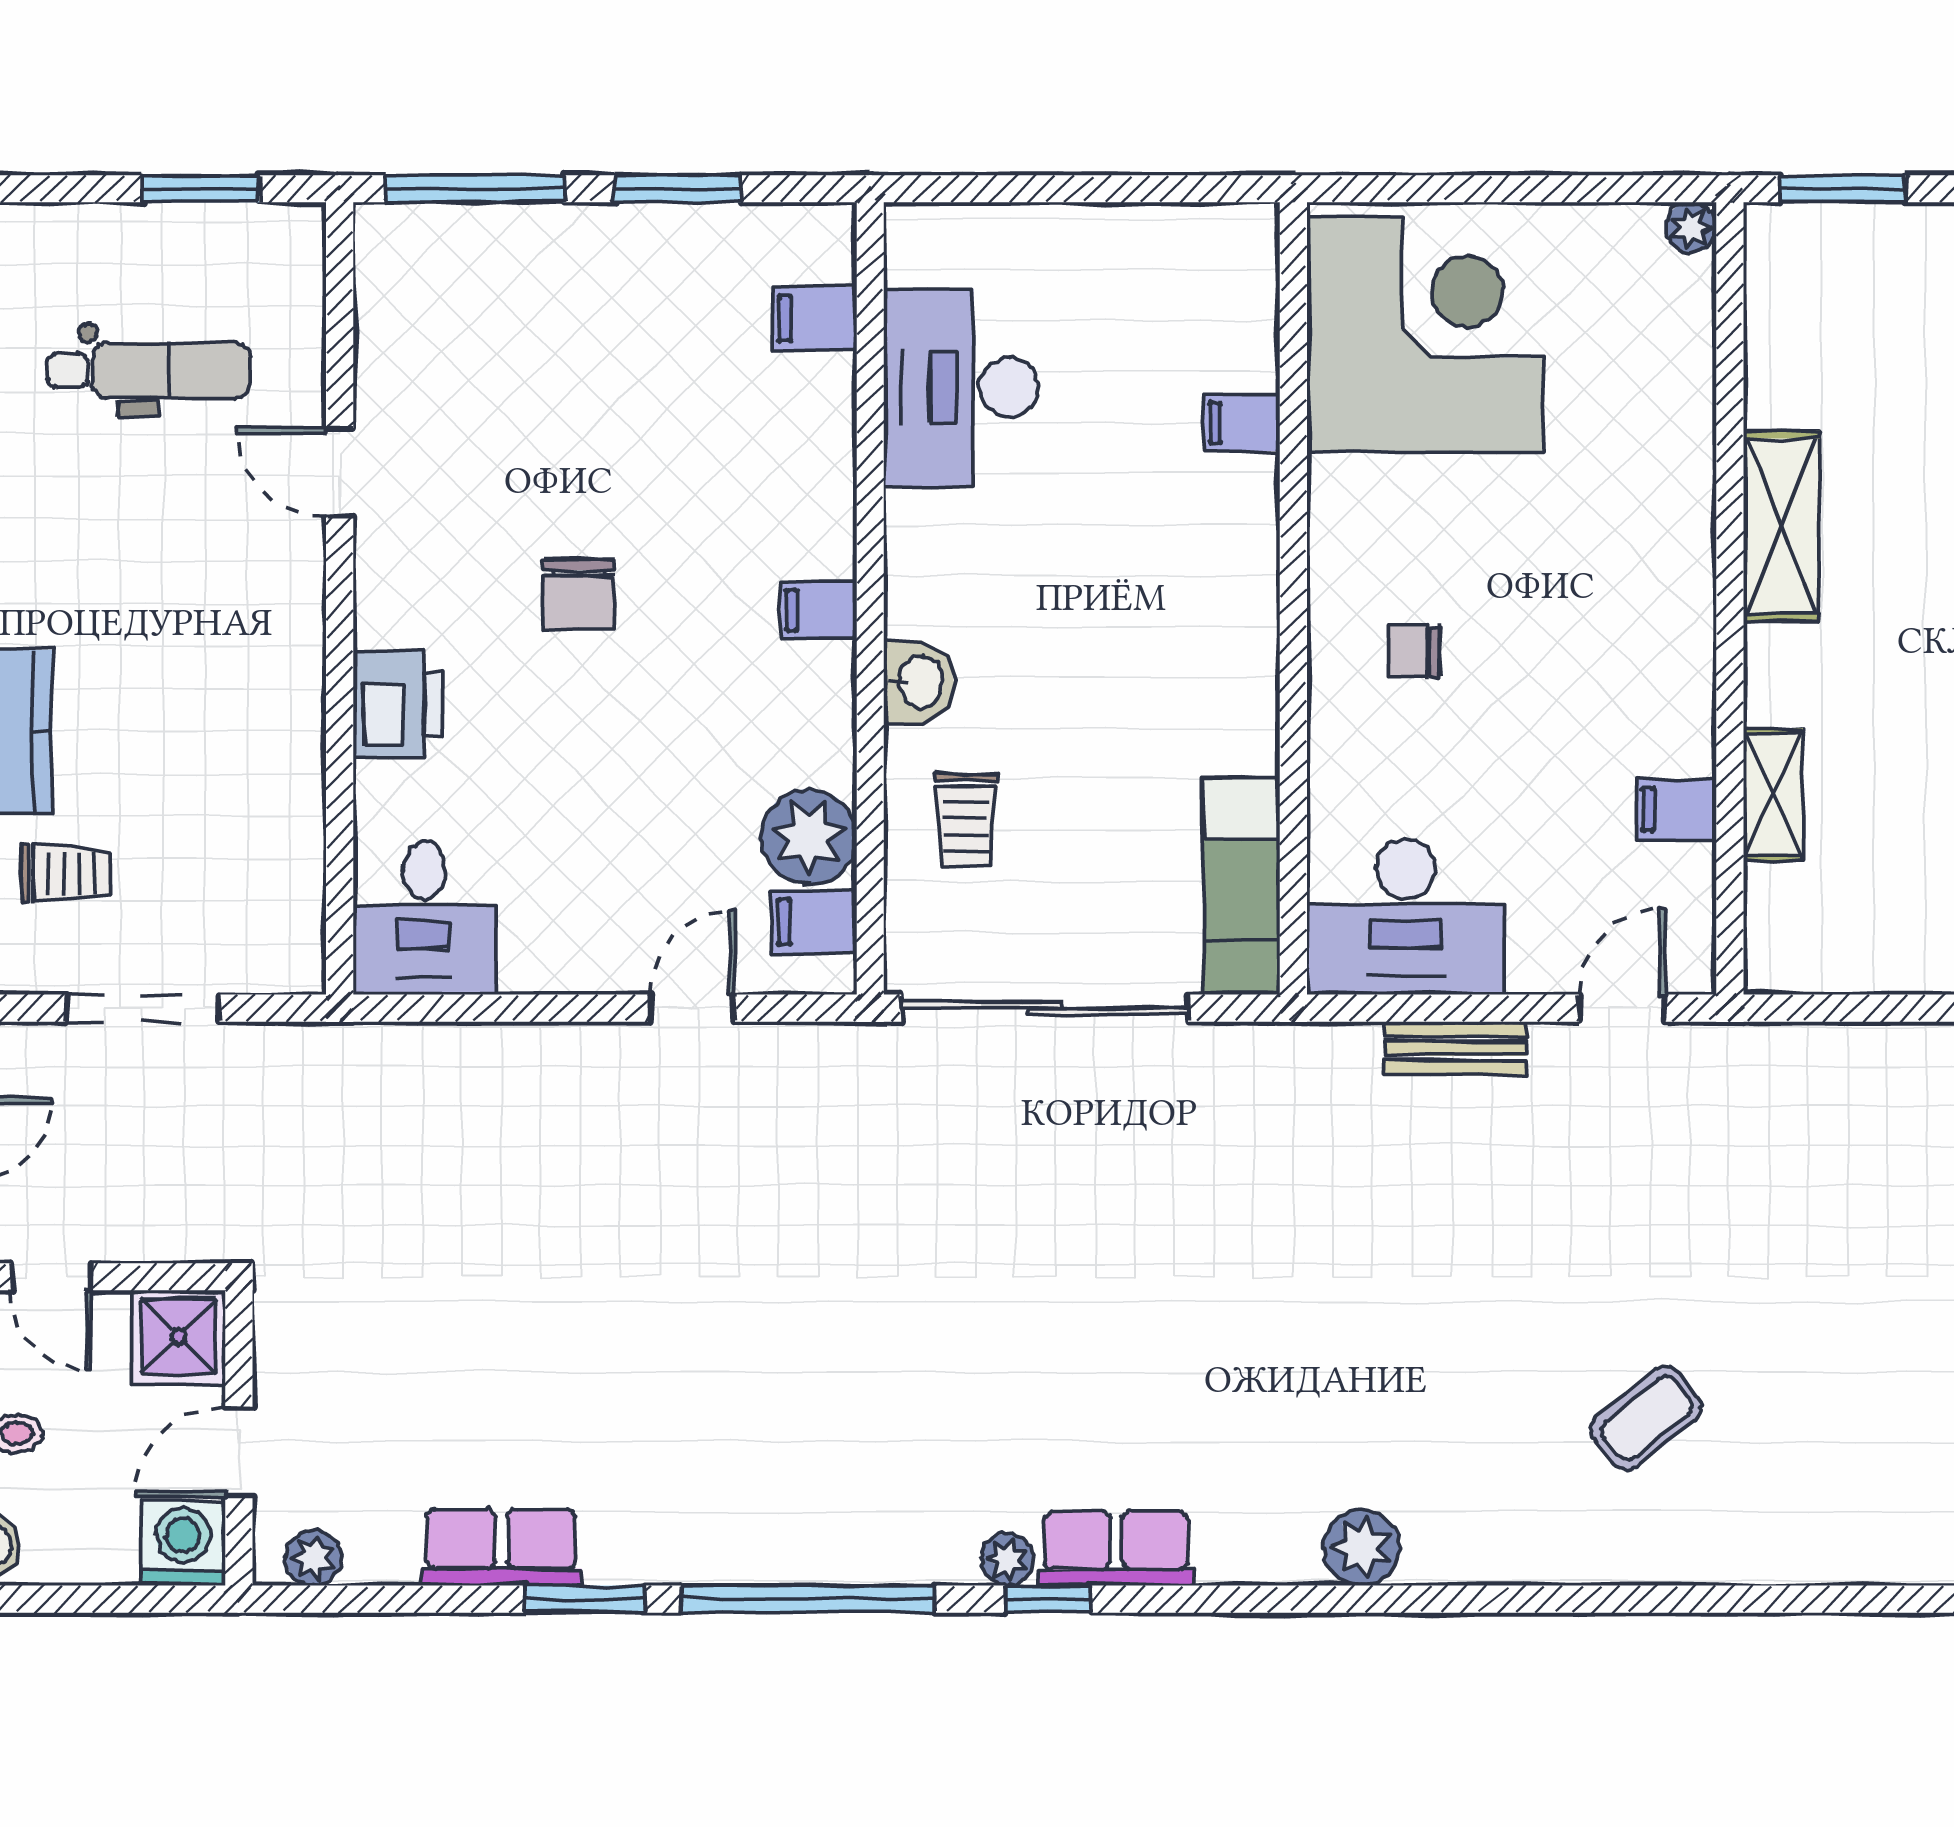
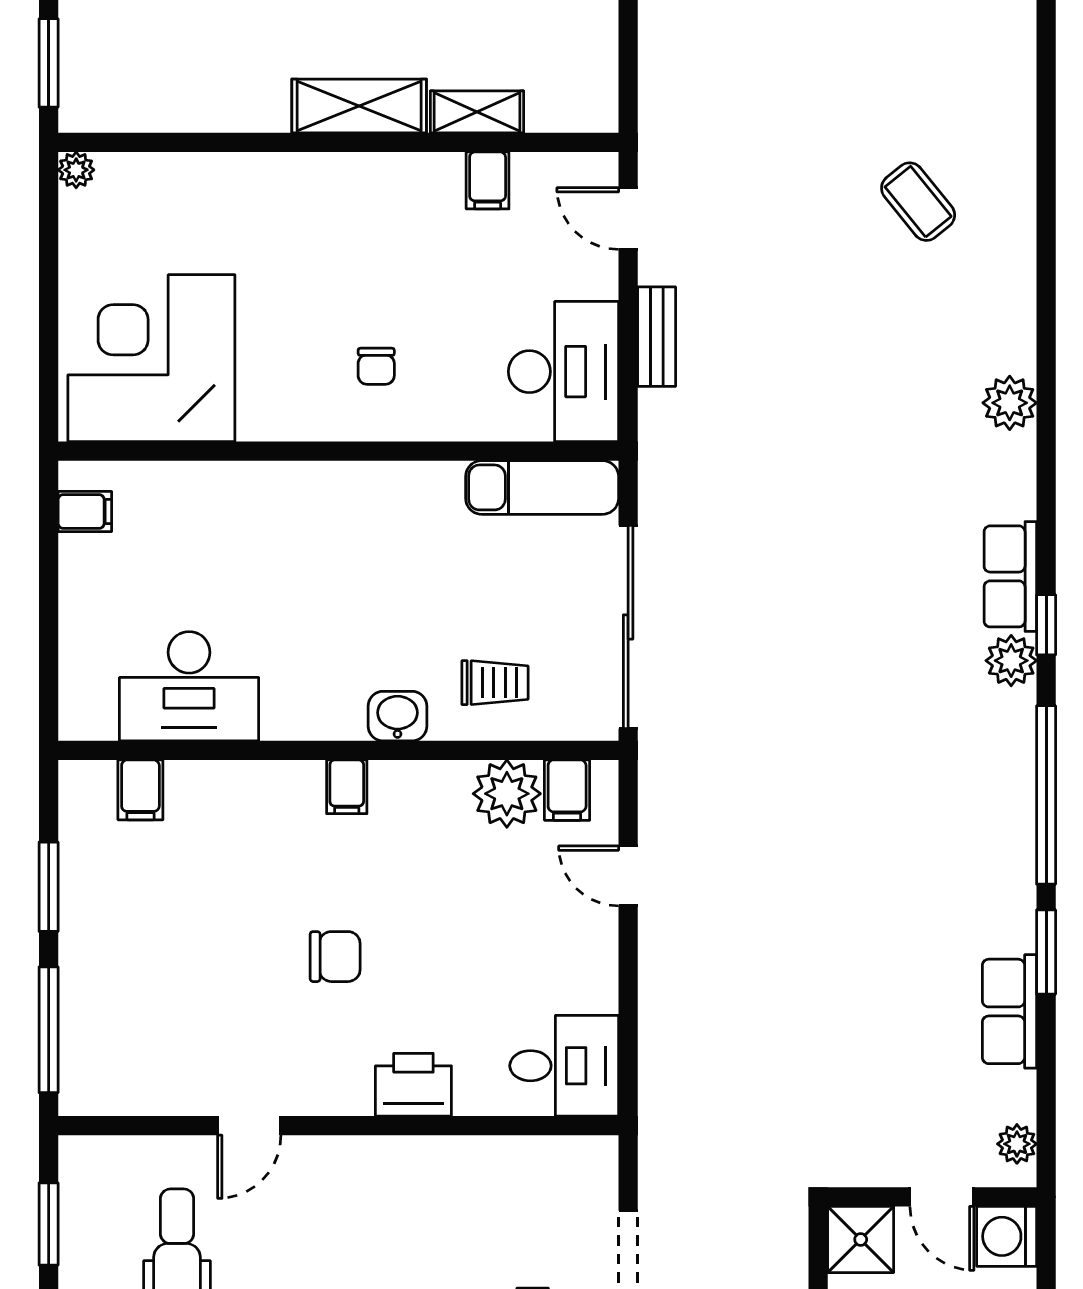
filing cabinet: (1242, 423) -> (85, 512), moved, turned -90
shelving: (1781, 526) -> (359, 106), moved
plant: (1007, 1560) -> (1011, 661), width x1.38, depth x1.38

